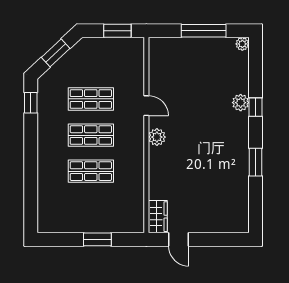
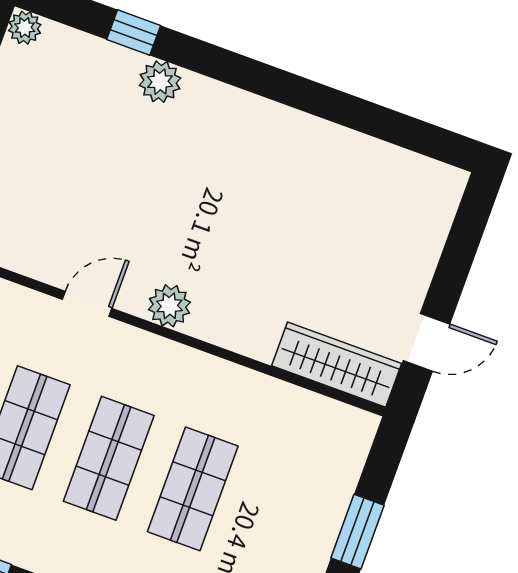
window: (256, 107) -> (134, 32), moved
window: (256, 162) -> (312, 97), removed
wardrobe: (158, 217) -> (337, 365), width x1.50

